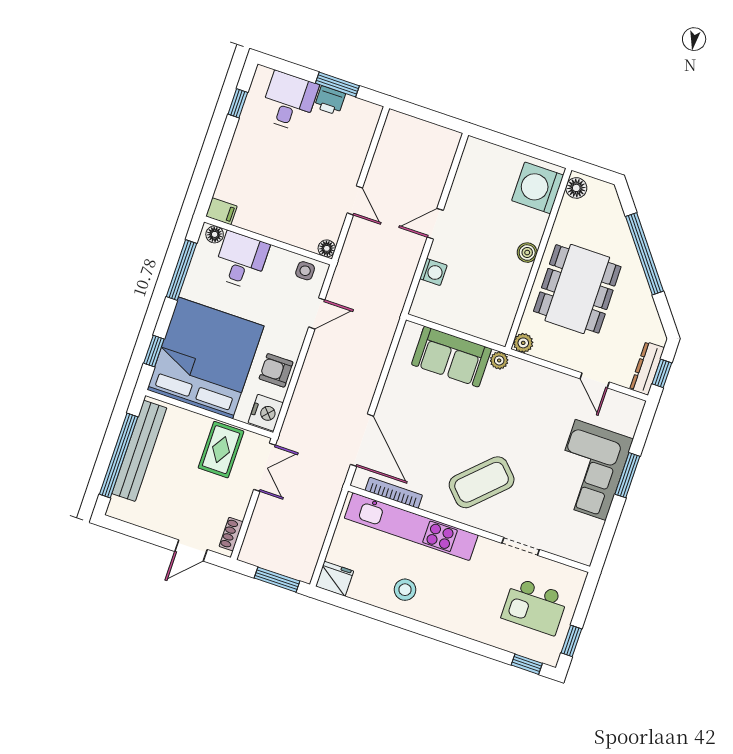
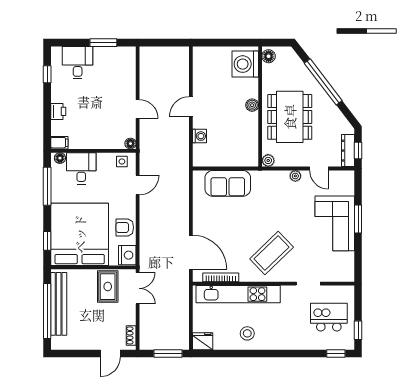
printer: (330, 100) -> (58, 111), moved, turned -90
plant: (499, 360) -> (295, 176), moved
kitchen island: (535, 606) -> (329, 317), turned 180

